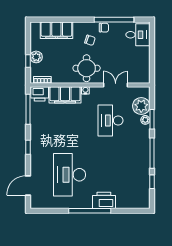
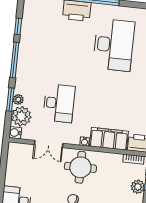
water cooler: (145, 92) -> (15, 133), added

